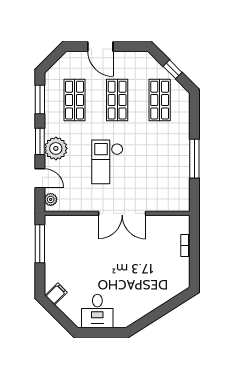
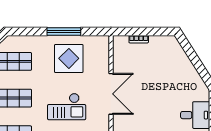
display table: (163, 164) -> (69, 58), added

